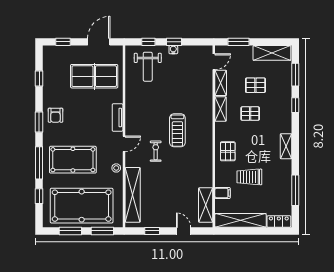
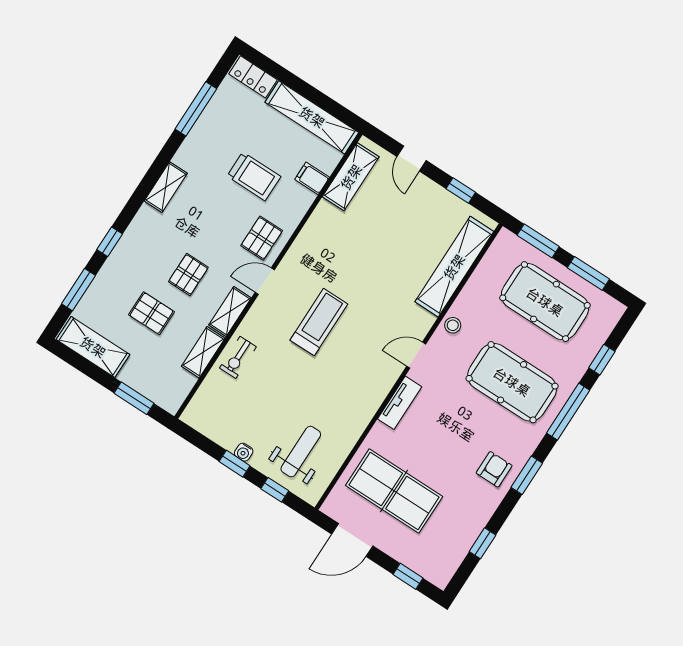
door: (214, 62) -> (265, 281), moved
pallet: (250, 114) -> (188, 274), turned 90
exercise bike: (156, 151) -> (238, 357), moved
pool table: (82, 206) -> (545, 302), width x0.73, depth x0.76

